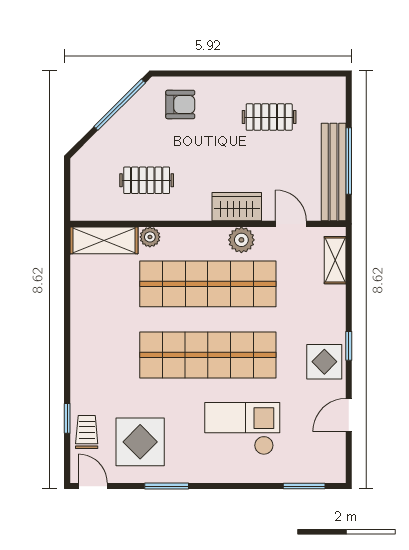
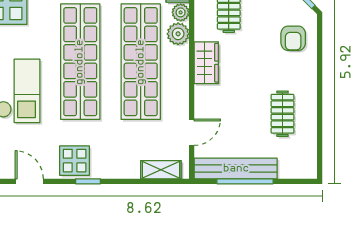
wardrobe: (237, 207) -> (206, 63), moved
plant: (241, 240) -> (178, 34), moved

